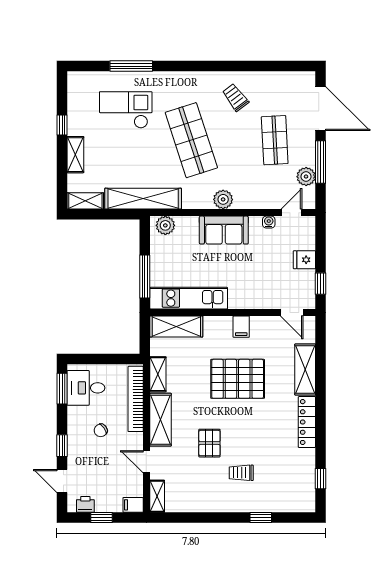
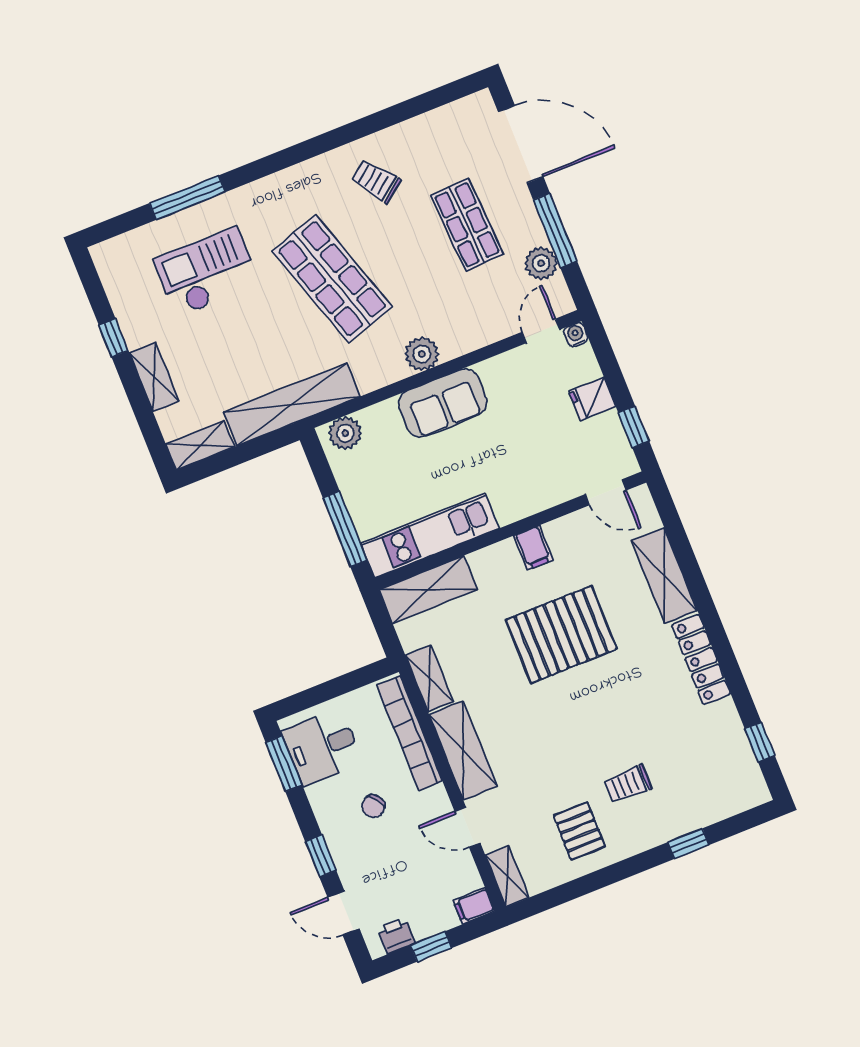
water cooler: (269, 222) -> (576, 335), moved
pallet: (209, 443) -> (579, 831), moved

